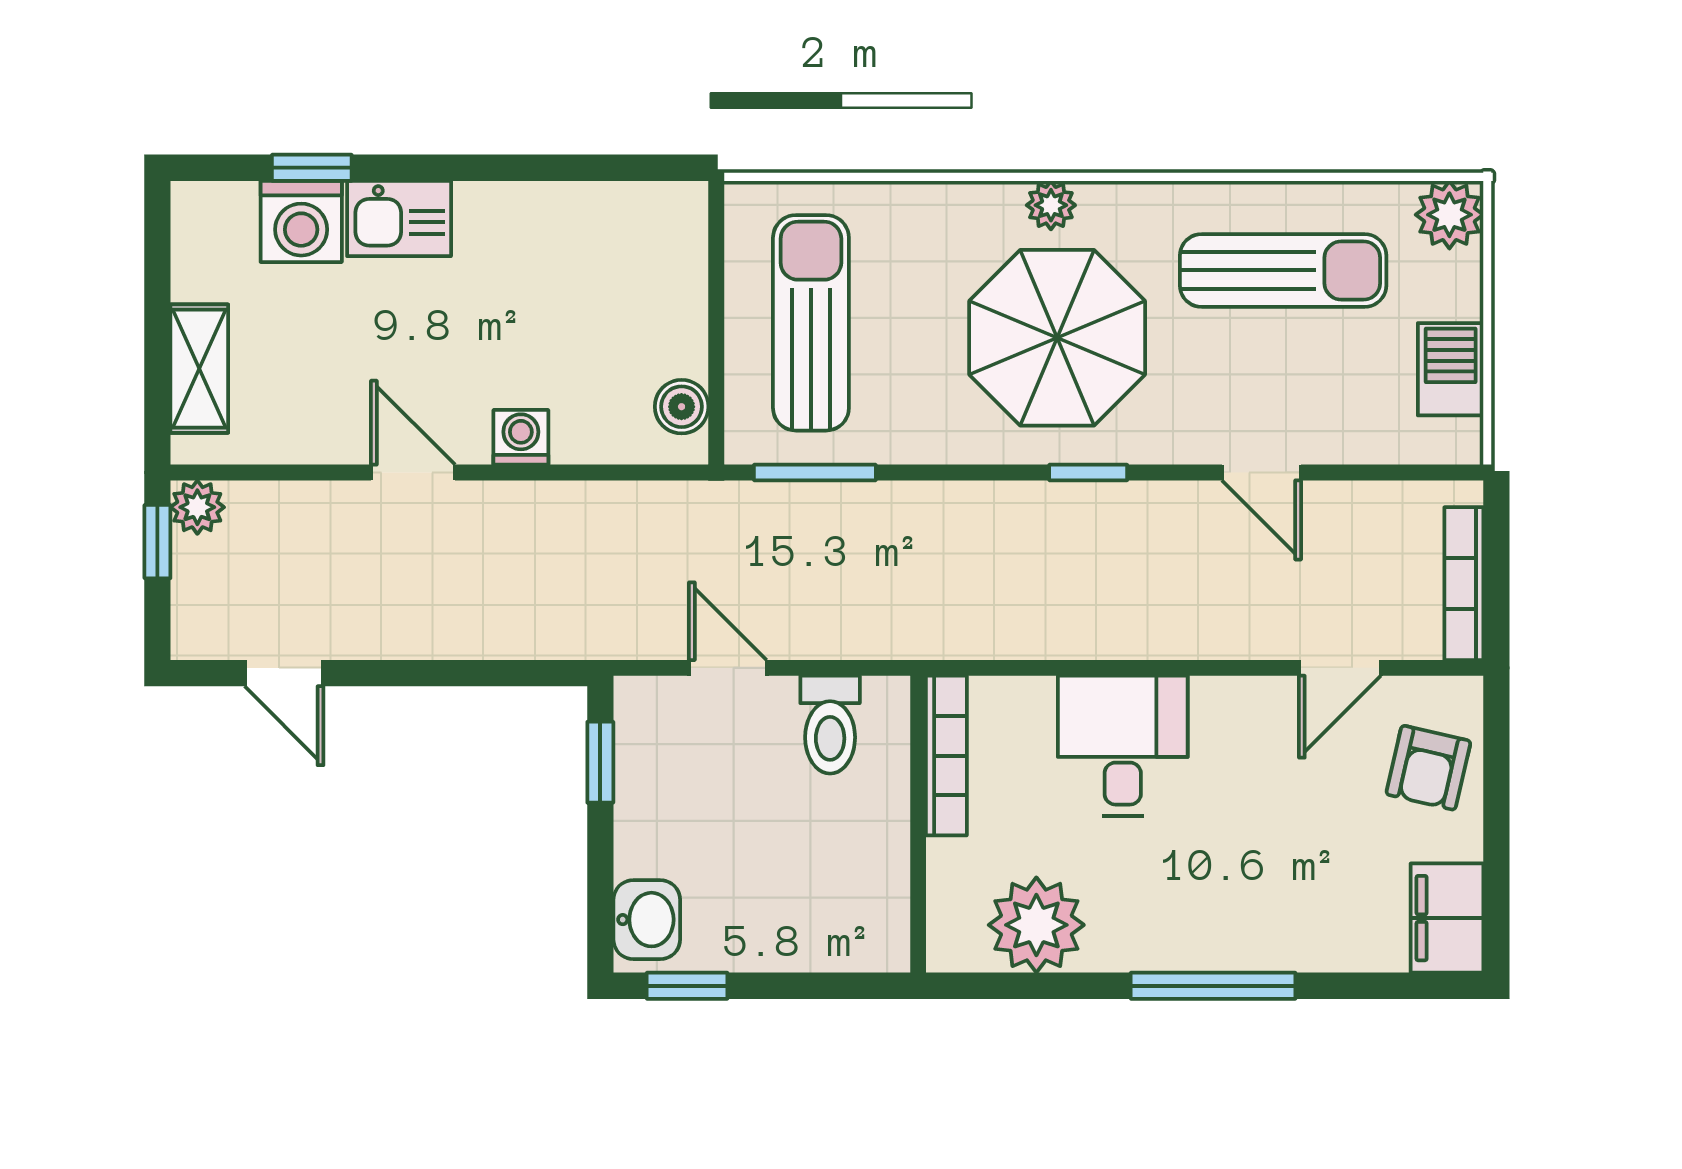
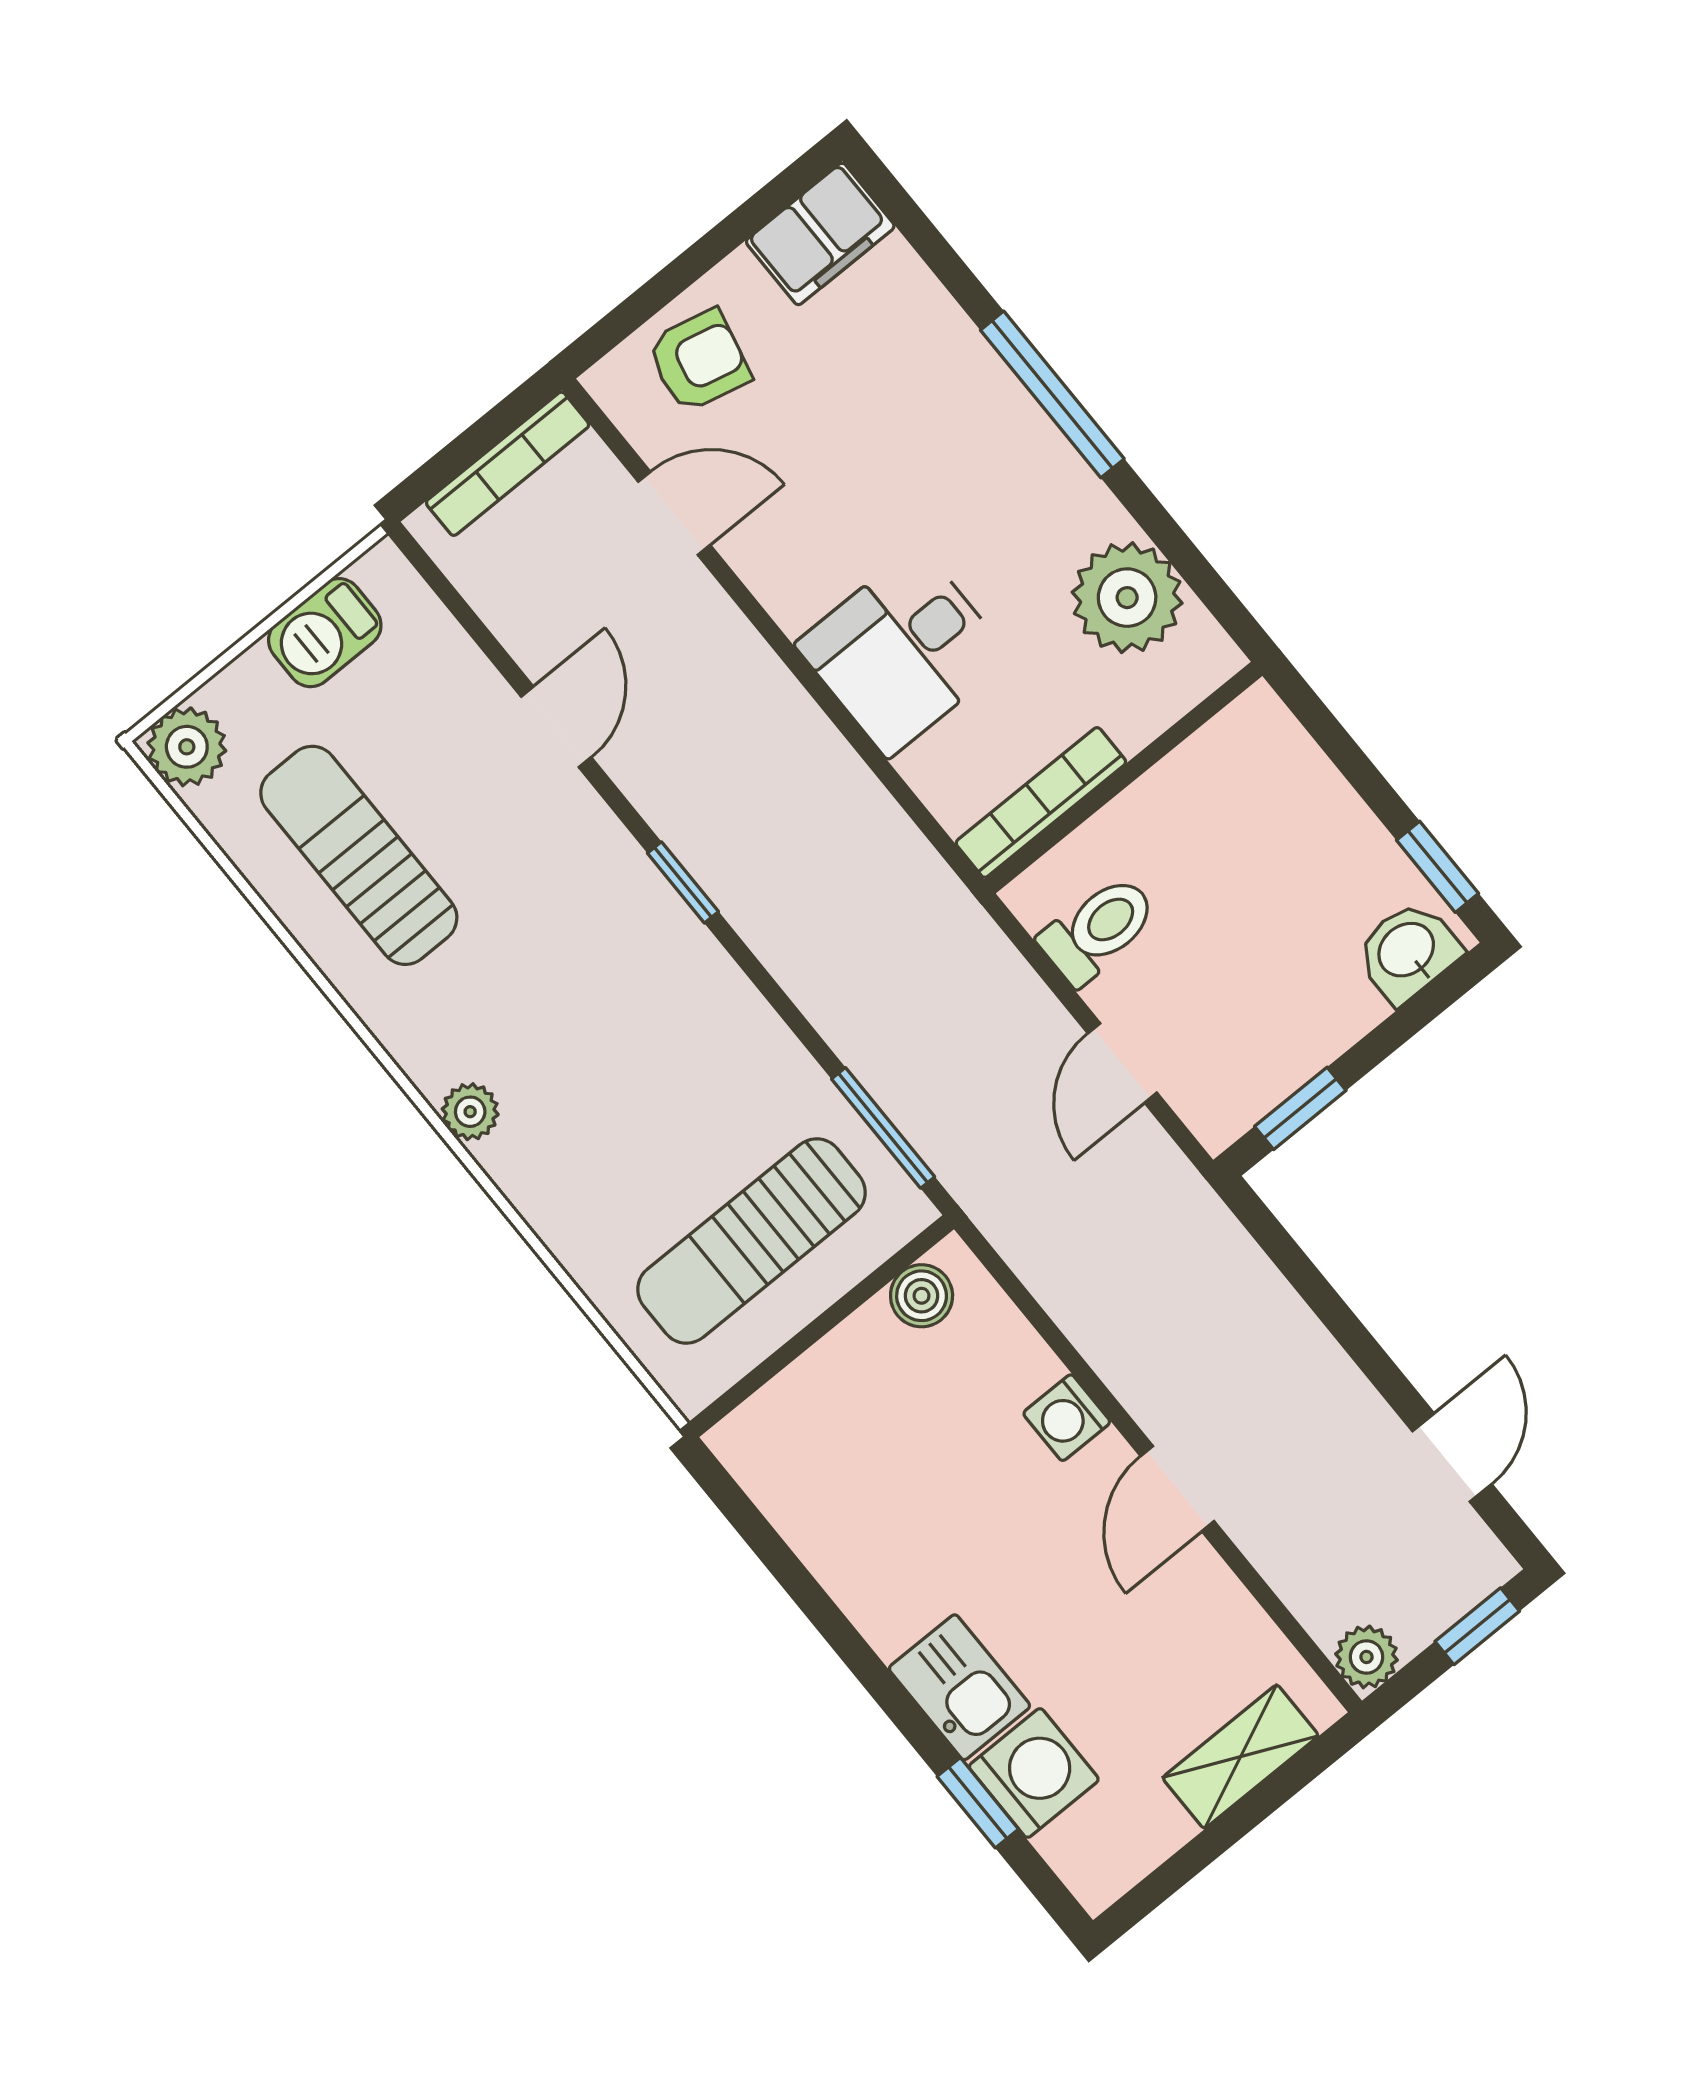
parasol: (1057, 338) -> (585, 1009), removed
window: (157, 542) -> (1477, 1626), moved

